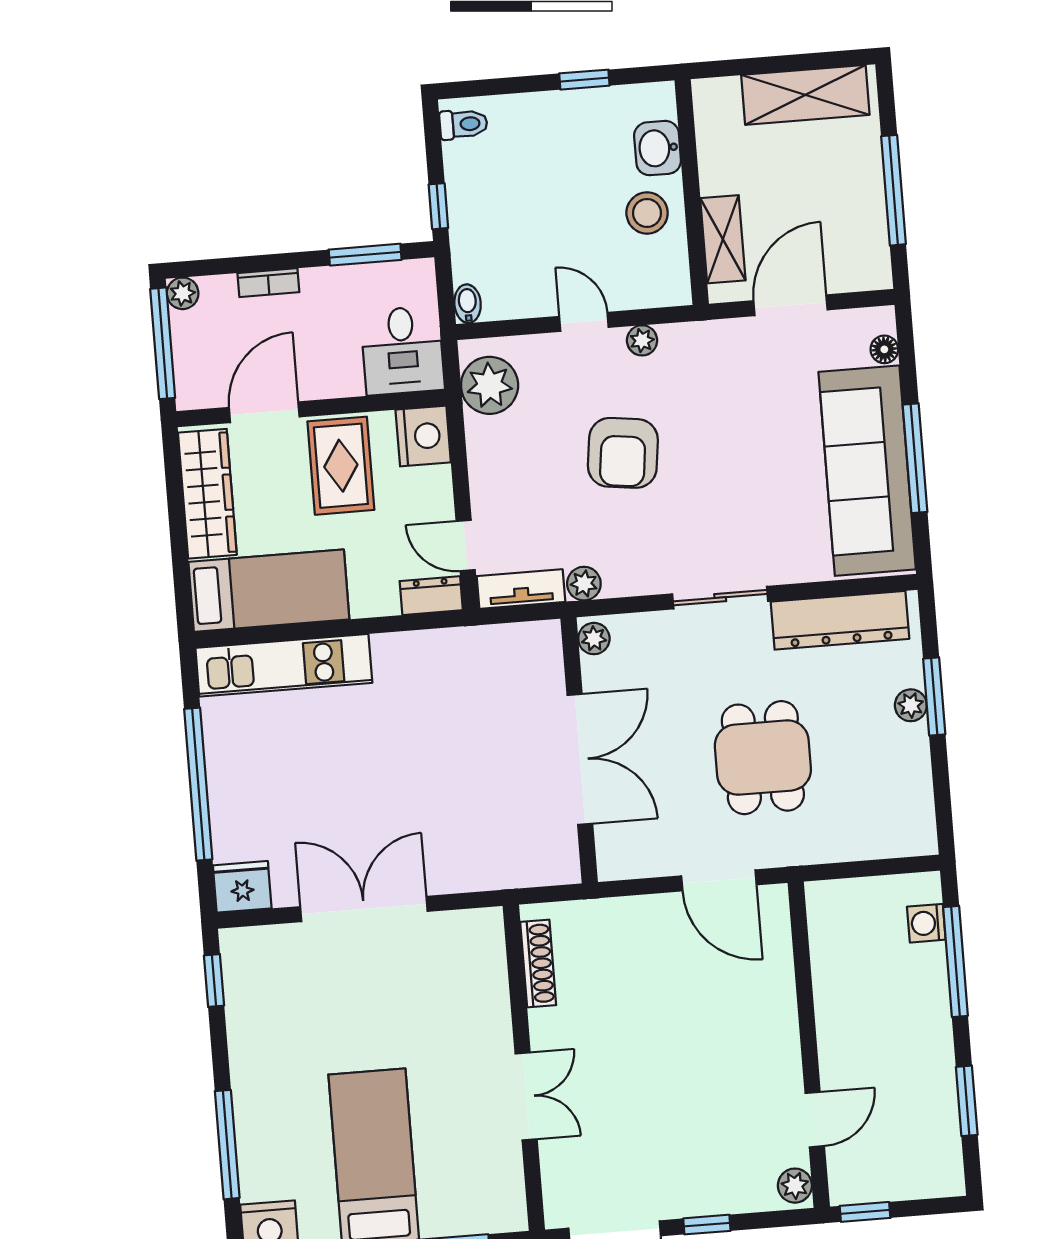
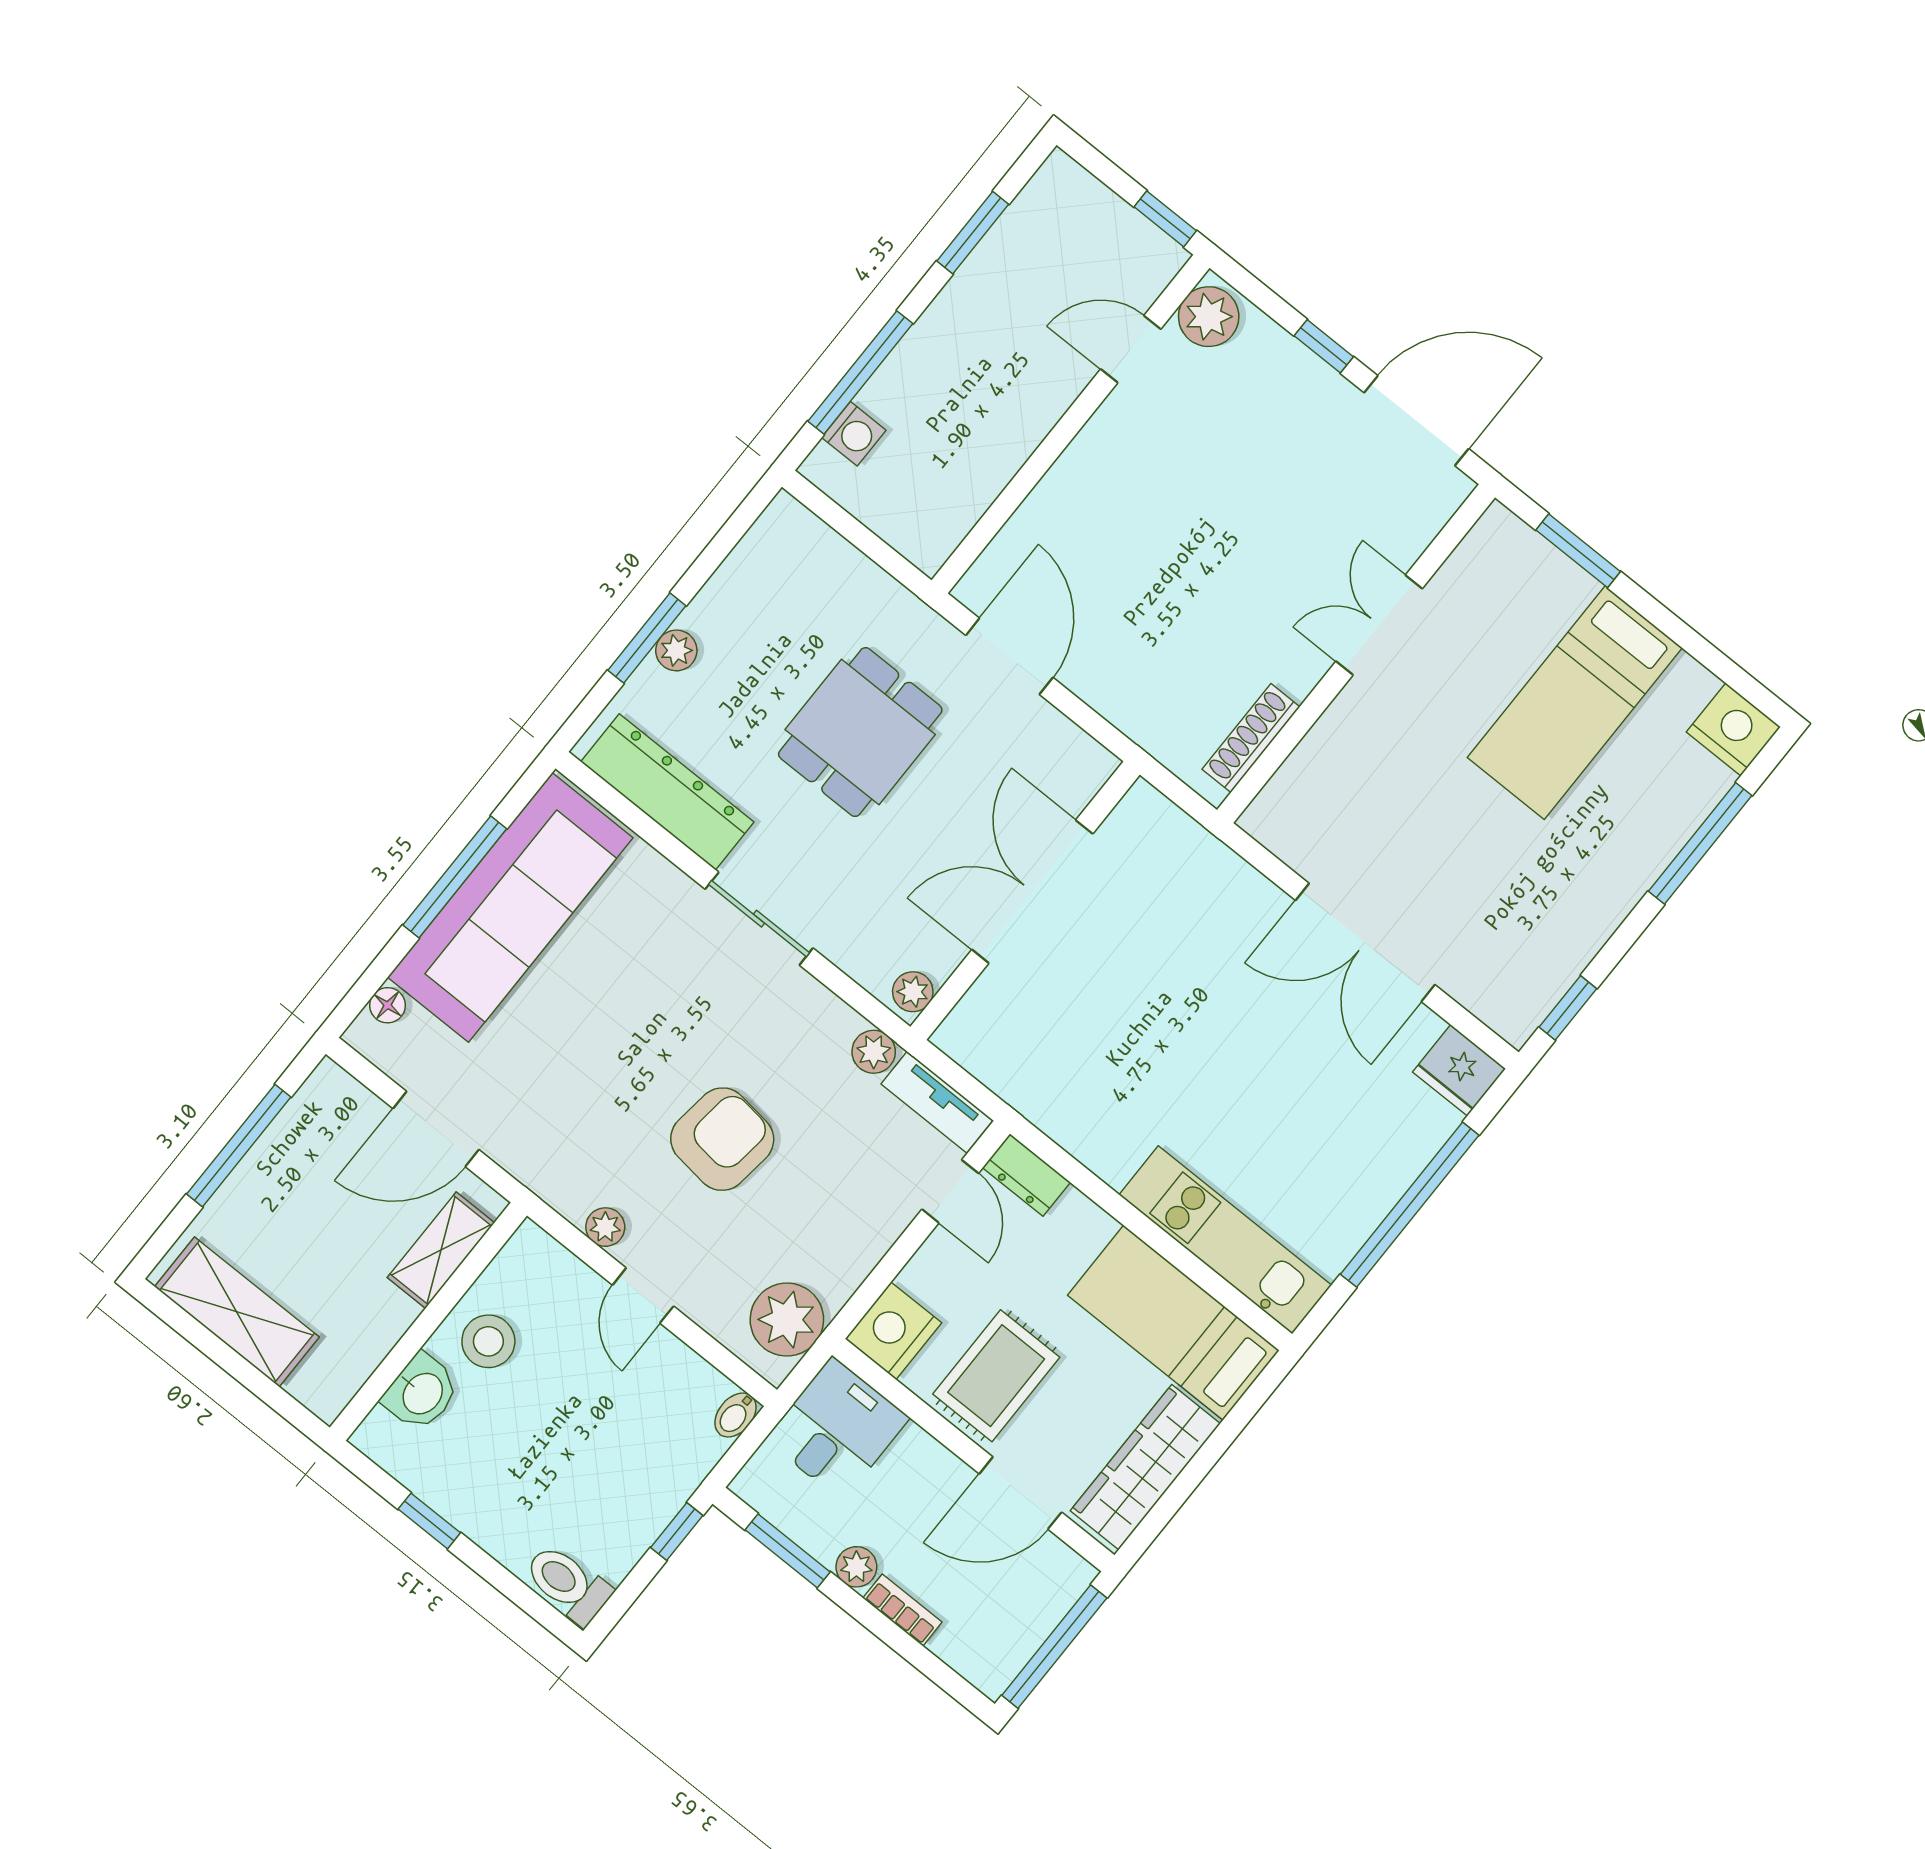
toilet: (463, 124) -> (568, 1584), width x1.37, depth x1.39
plant: (183, 293) -> (856, 1567), moved
plant: (795, 1186) -> (1209, 317), width x1.38, depth x1.38

